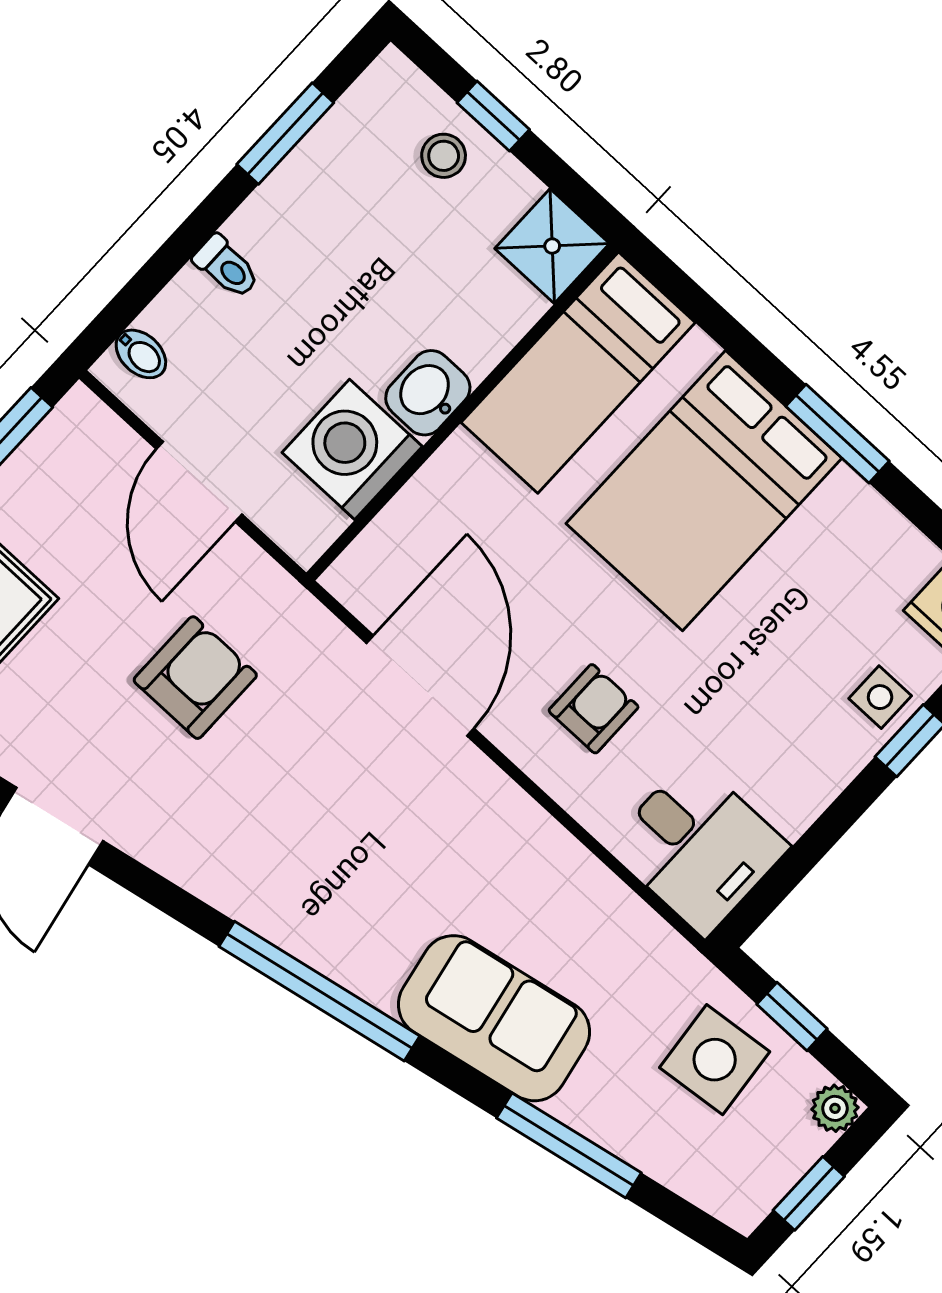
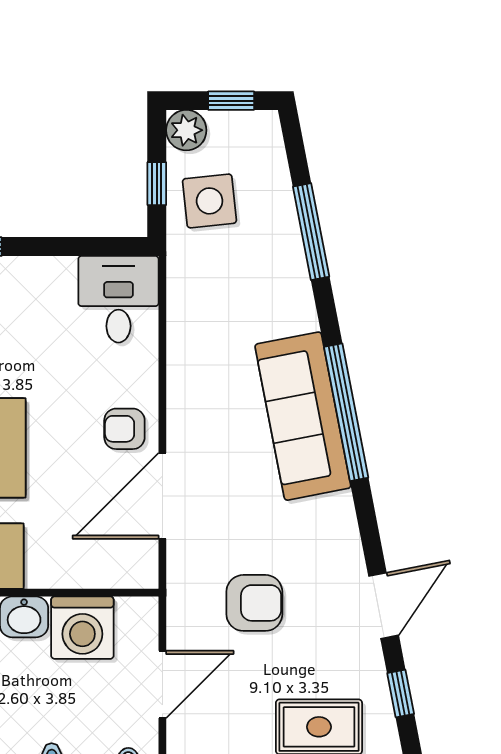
armchair: (195, 678) -> (254, 603), turned 180
armchair: (594, 709) -> (124, 429), moved
sofa: (494, 1018) -> (303, 416), moved, width x1.36
plant: (835, 1108) -> (186, 130), width x1.38, depth x1.38

